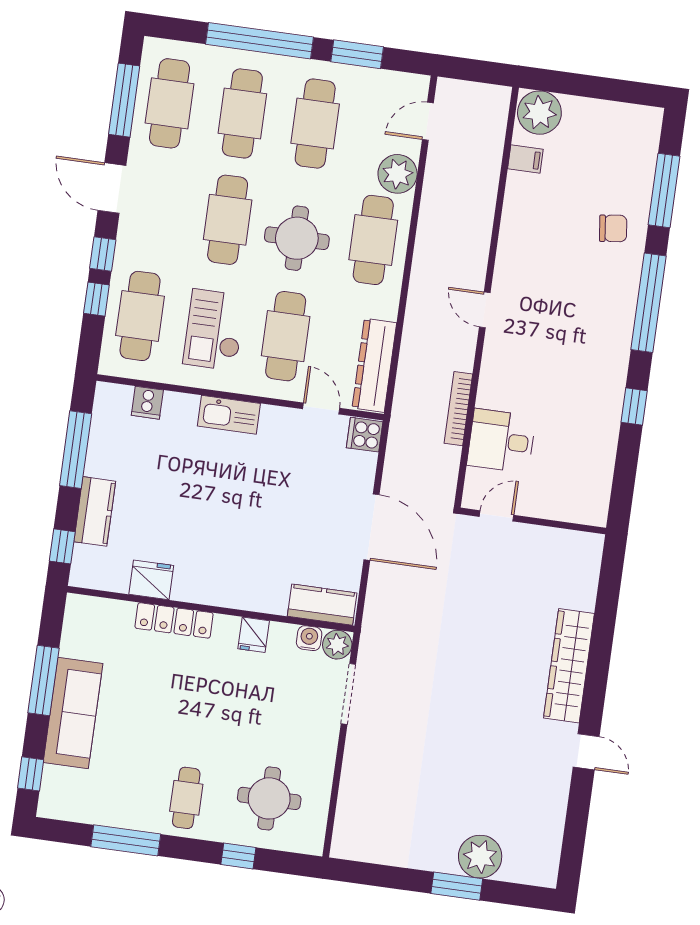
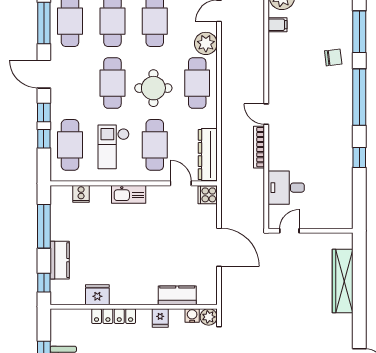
bookcase: (458, 409) -> (259, 147), moved
kitchen counter: (322, 605) -> (177, 295), moved
wardrobe: (569, 666) -> (343, 281), moved

